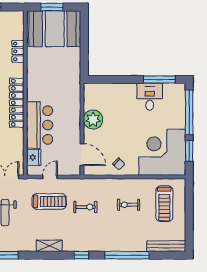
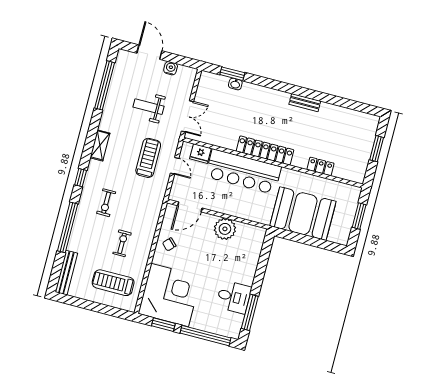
booth: (55, 29) -> (303, 214), moved, turned 90
bar counter: (40, 125) -> (243, 172), width x1.36
treadmill: (49, 201) -> (148, 158), turned 180
exercise bike: (85, 207) -> (106, 203), moved

